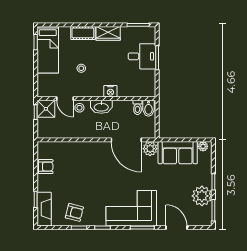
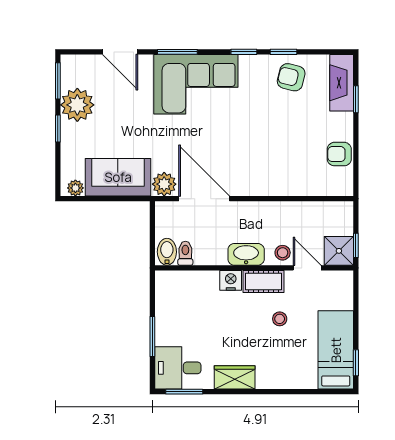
cot: (83, 33) -> (264, 281), moved
desk: (142, 56) -> (178, 368), moved

